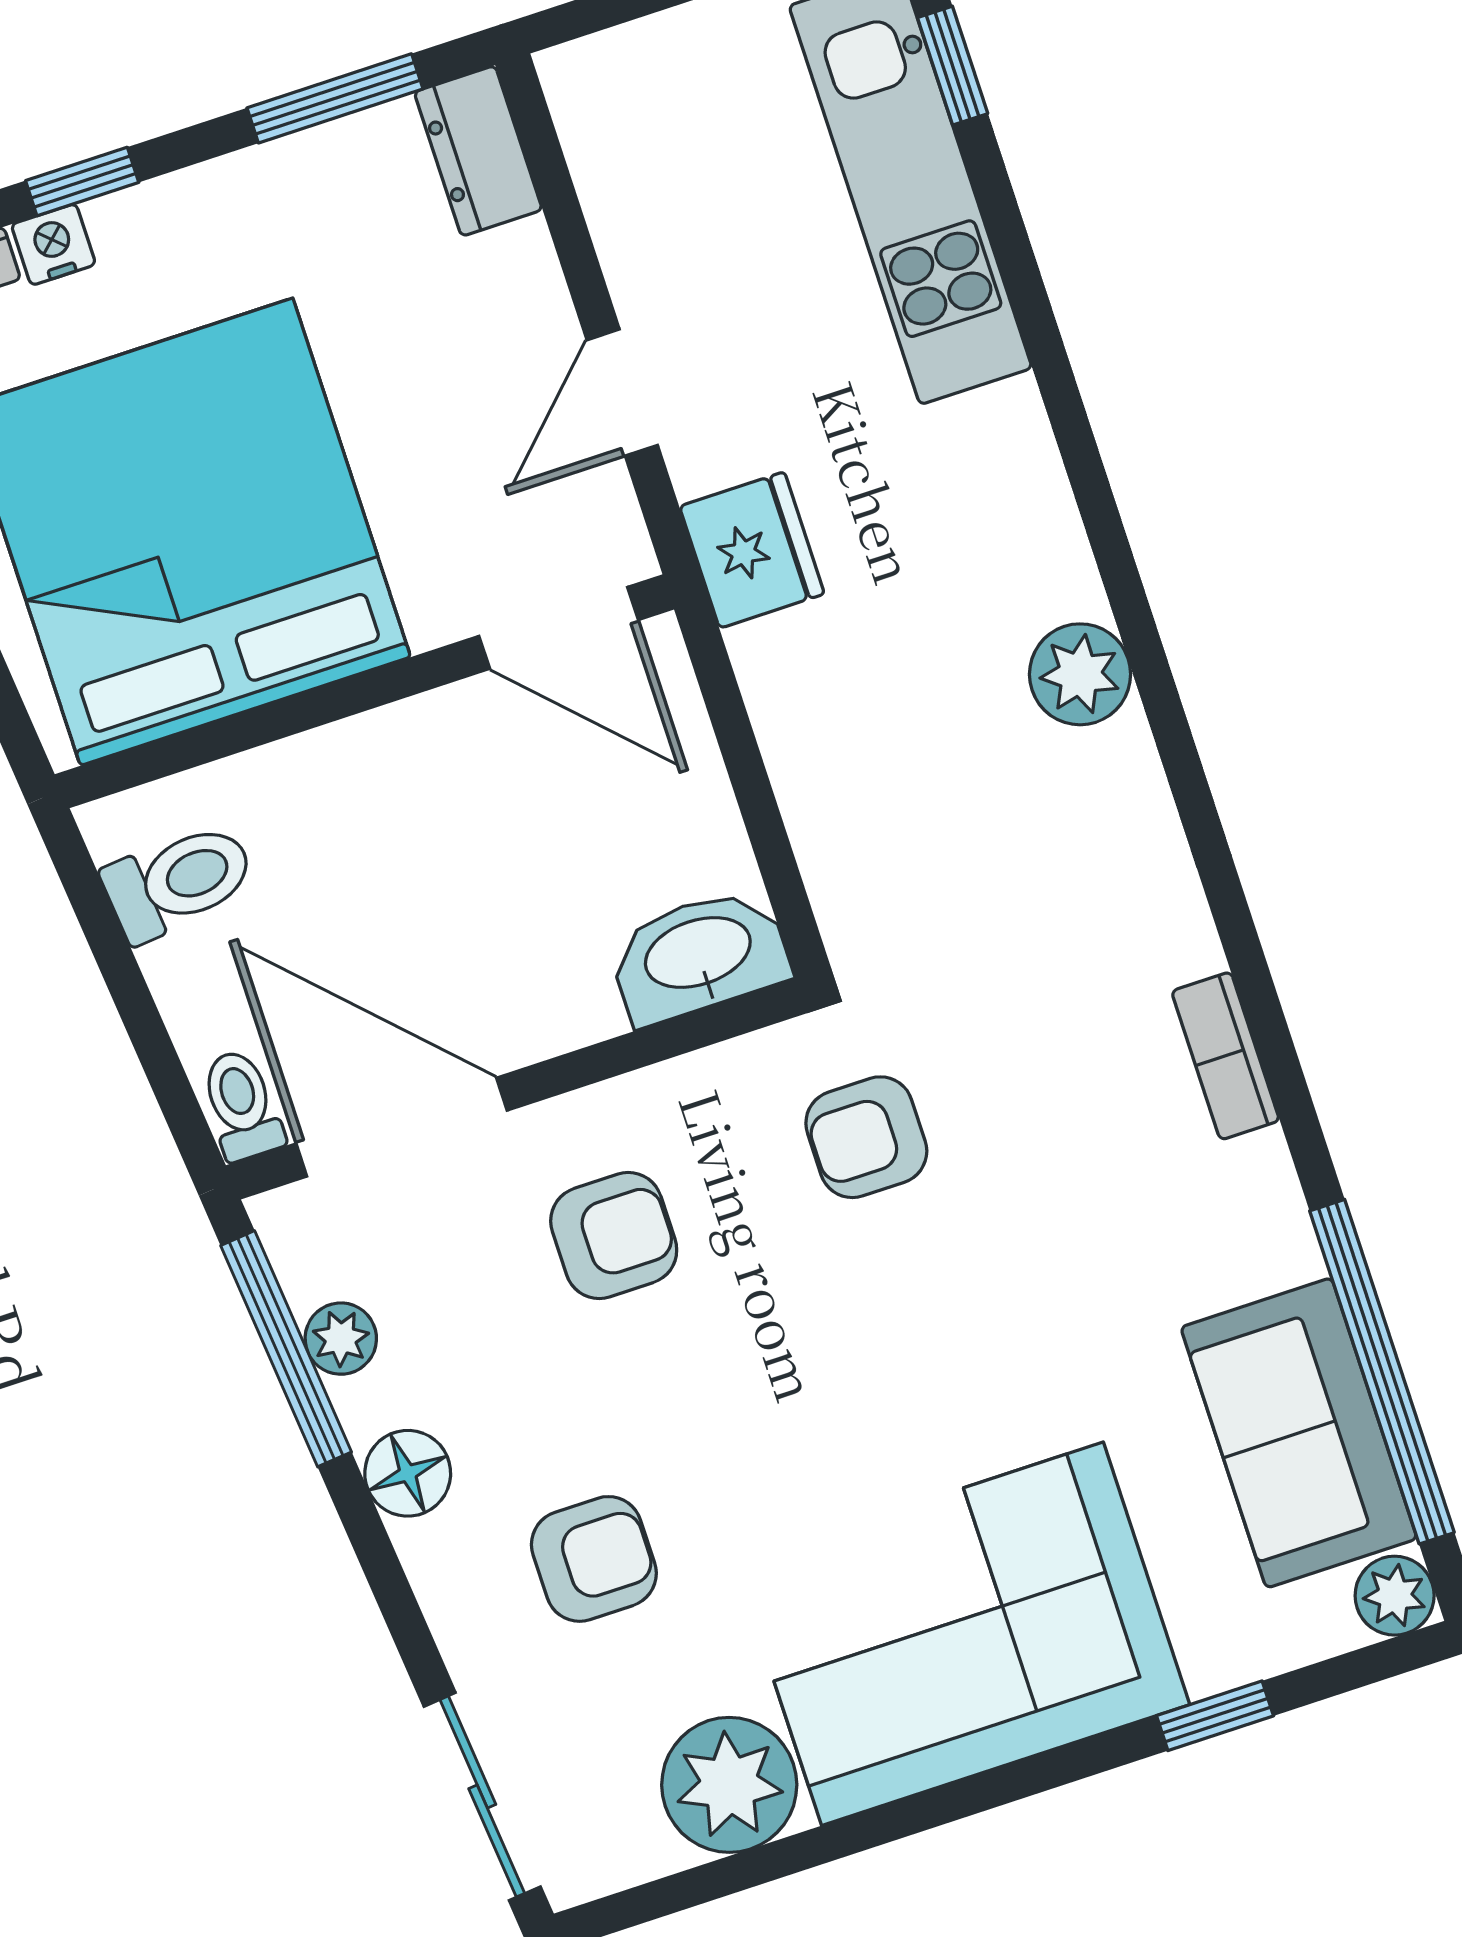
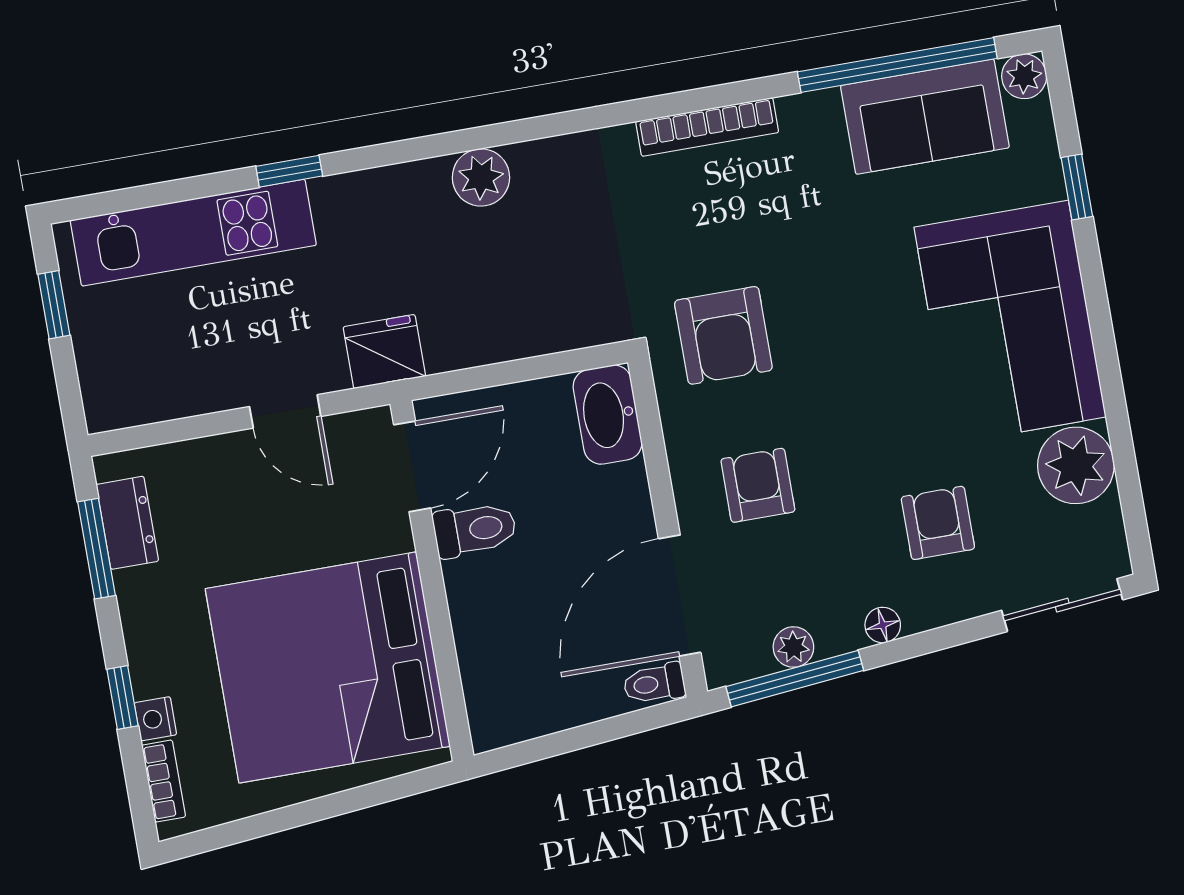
window: (953, 66) -> (289, 171), moved
dresser: (478, 151) -> (127, 523), moved, turned -90
toilet: (179, 881) -> (475, 530), moved, turned 95
bookcase: (1226, 1056) -> (707, 127), width x1.56
armchair: (866, 1137) -> (723, 335), width x1.38, depth x1.38
floor lamp: (408, 1473) -> (883, 625), width x0.73, depth x0.73

